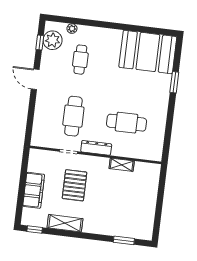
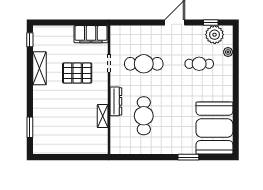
dresser: (96, 148) -> (116, 101), moved
filing cabinet: (34, 190) -> (91, 34), moved

